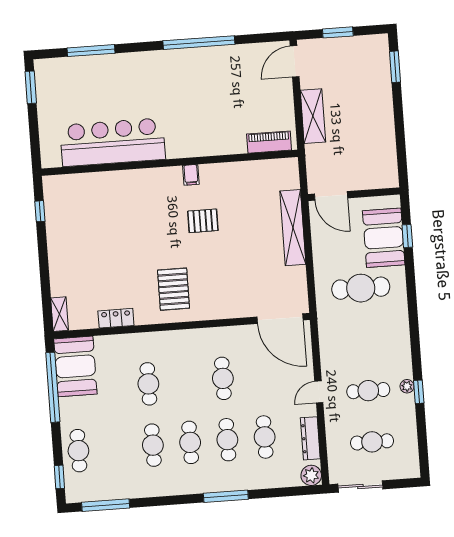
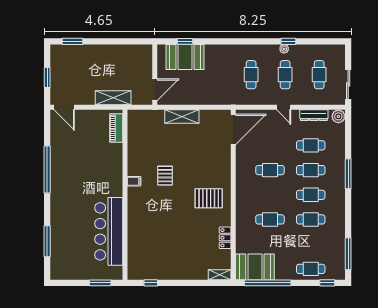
window: (31, 87) -> (100, 283), moved
shelving: (313, 116) -> (113, 98), moved
shelving: (293, 228) -> (182, 117), width x0.68
cafe table: (361, 288) -> (251, 75), moved, width x0.73, depth x0.74

